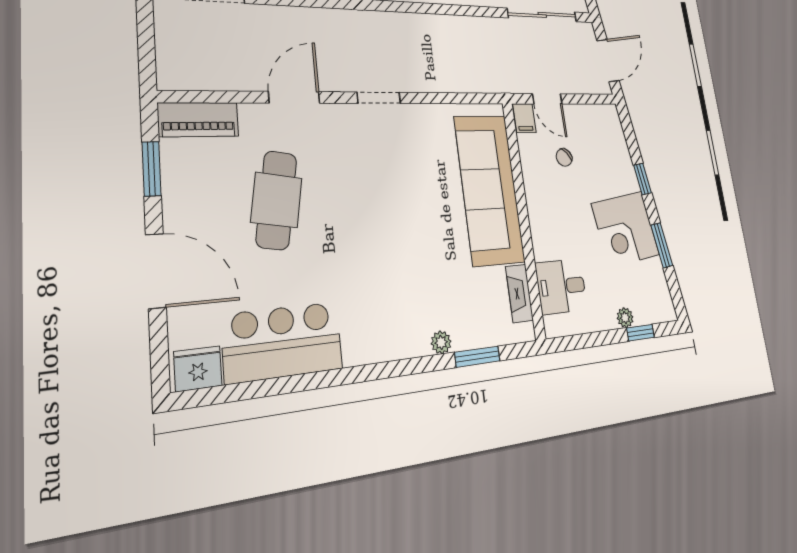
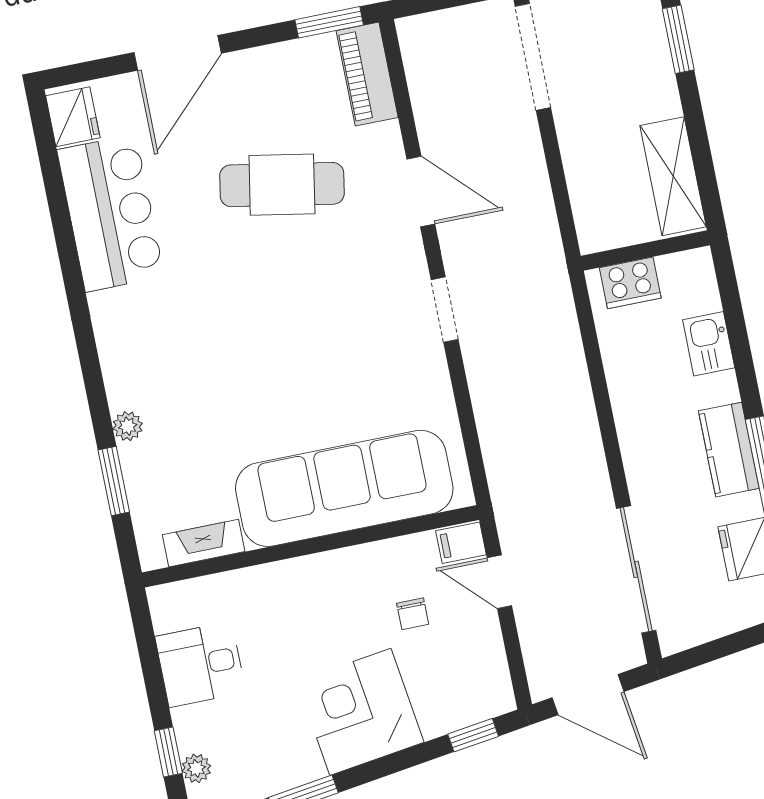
door: (547, 99) -> (499, 582), hinge flipped
chair: (564, 157) -> (413, 614), turned -138
window: (152, 169) -> (329, 22), moved
window: (642, 179) -> (473, 735), moved
corner desk: (626, 229) -> (360, 712), moved
desk: (561, 286) -> (200, 664), moved, turned -90
plant: (625, 318) -> (196, 768), moved

